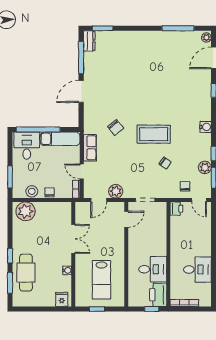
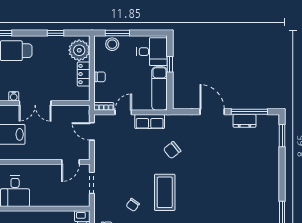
dresser: (89, 41) -> (245, 121), moved
window: (38, 130) -> (170, 64), width x0.32
stool: (32, 191) -> (112, 44), moved
plant: (116, 191) -> (101, 150), removed
locker: (47, 207) -> (84, 74), added
door: (126, 219) -> (70, 162), hinge flipped
double door: (73, 239) -> (35, 103), moved
window: (10, 256) -> (56, 33), moved

